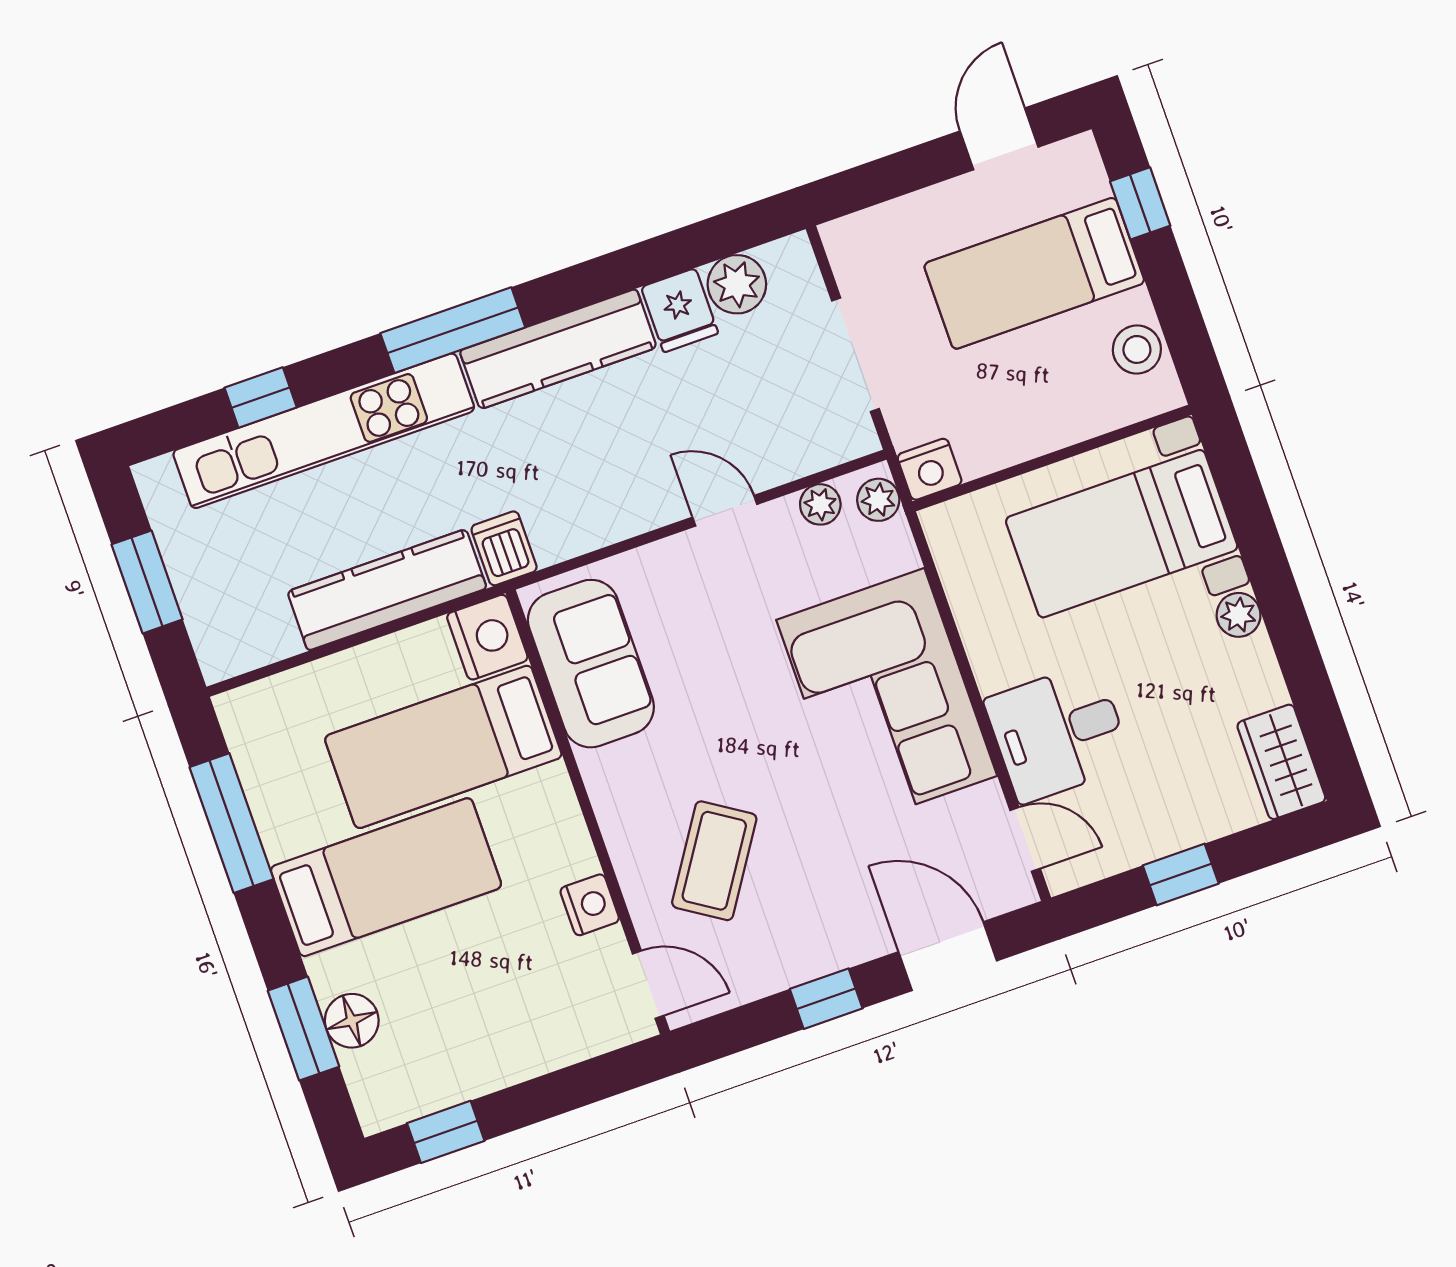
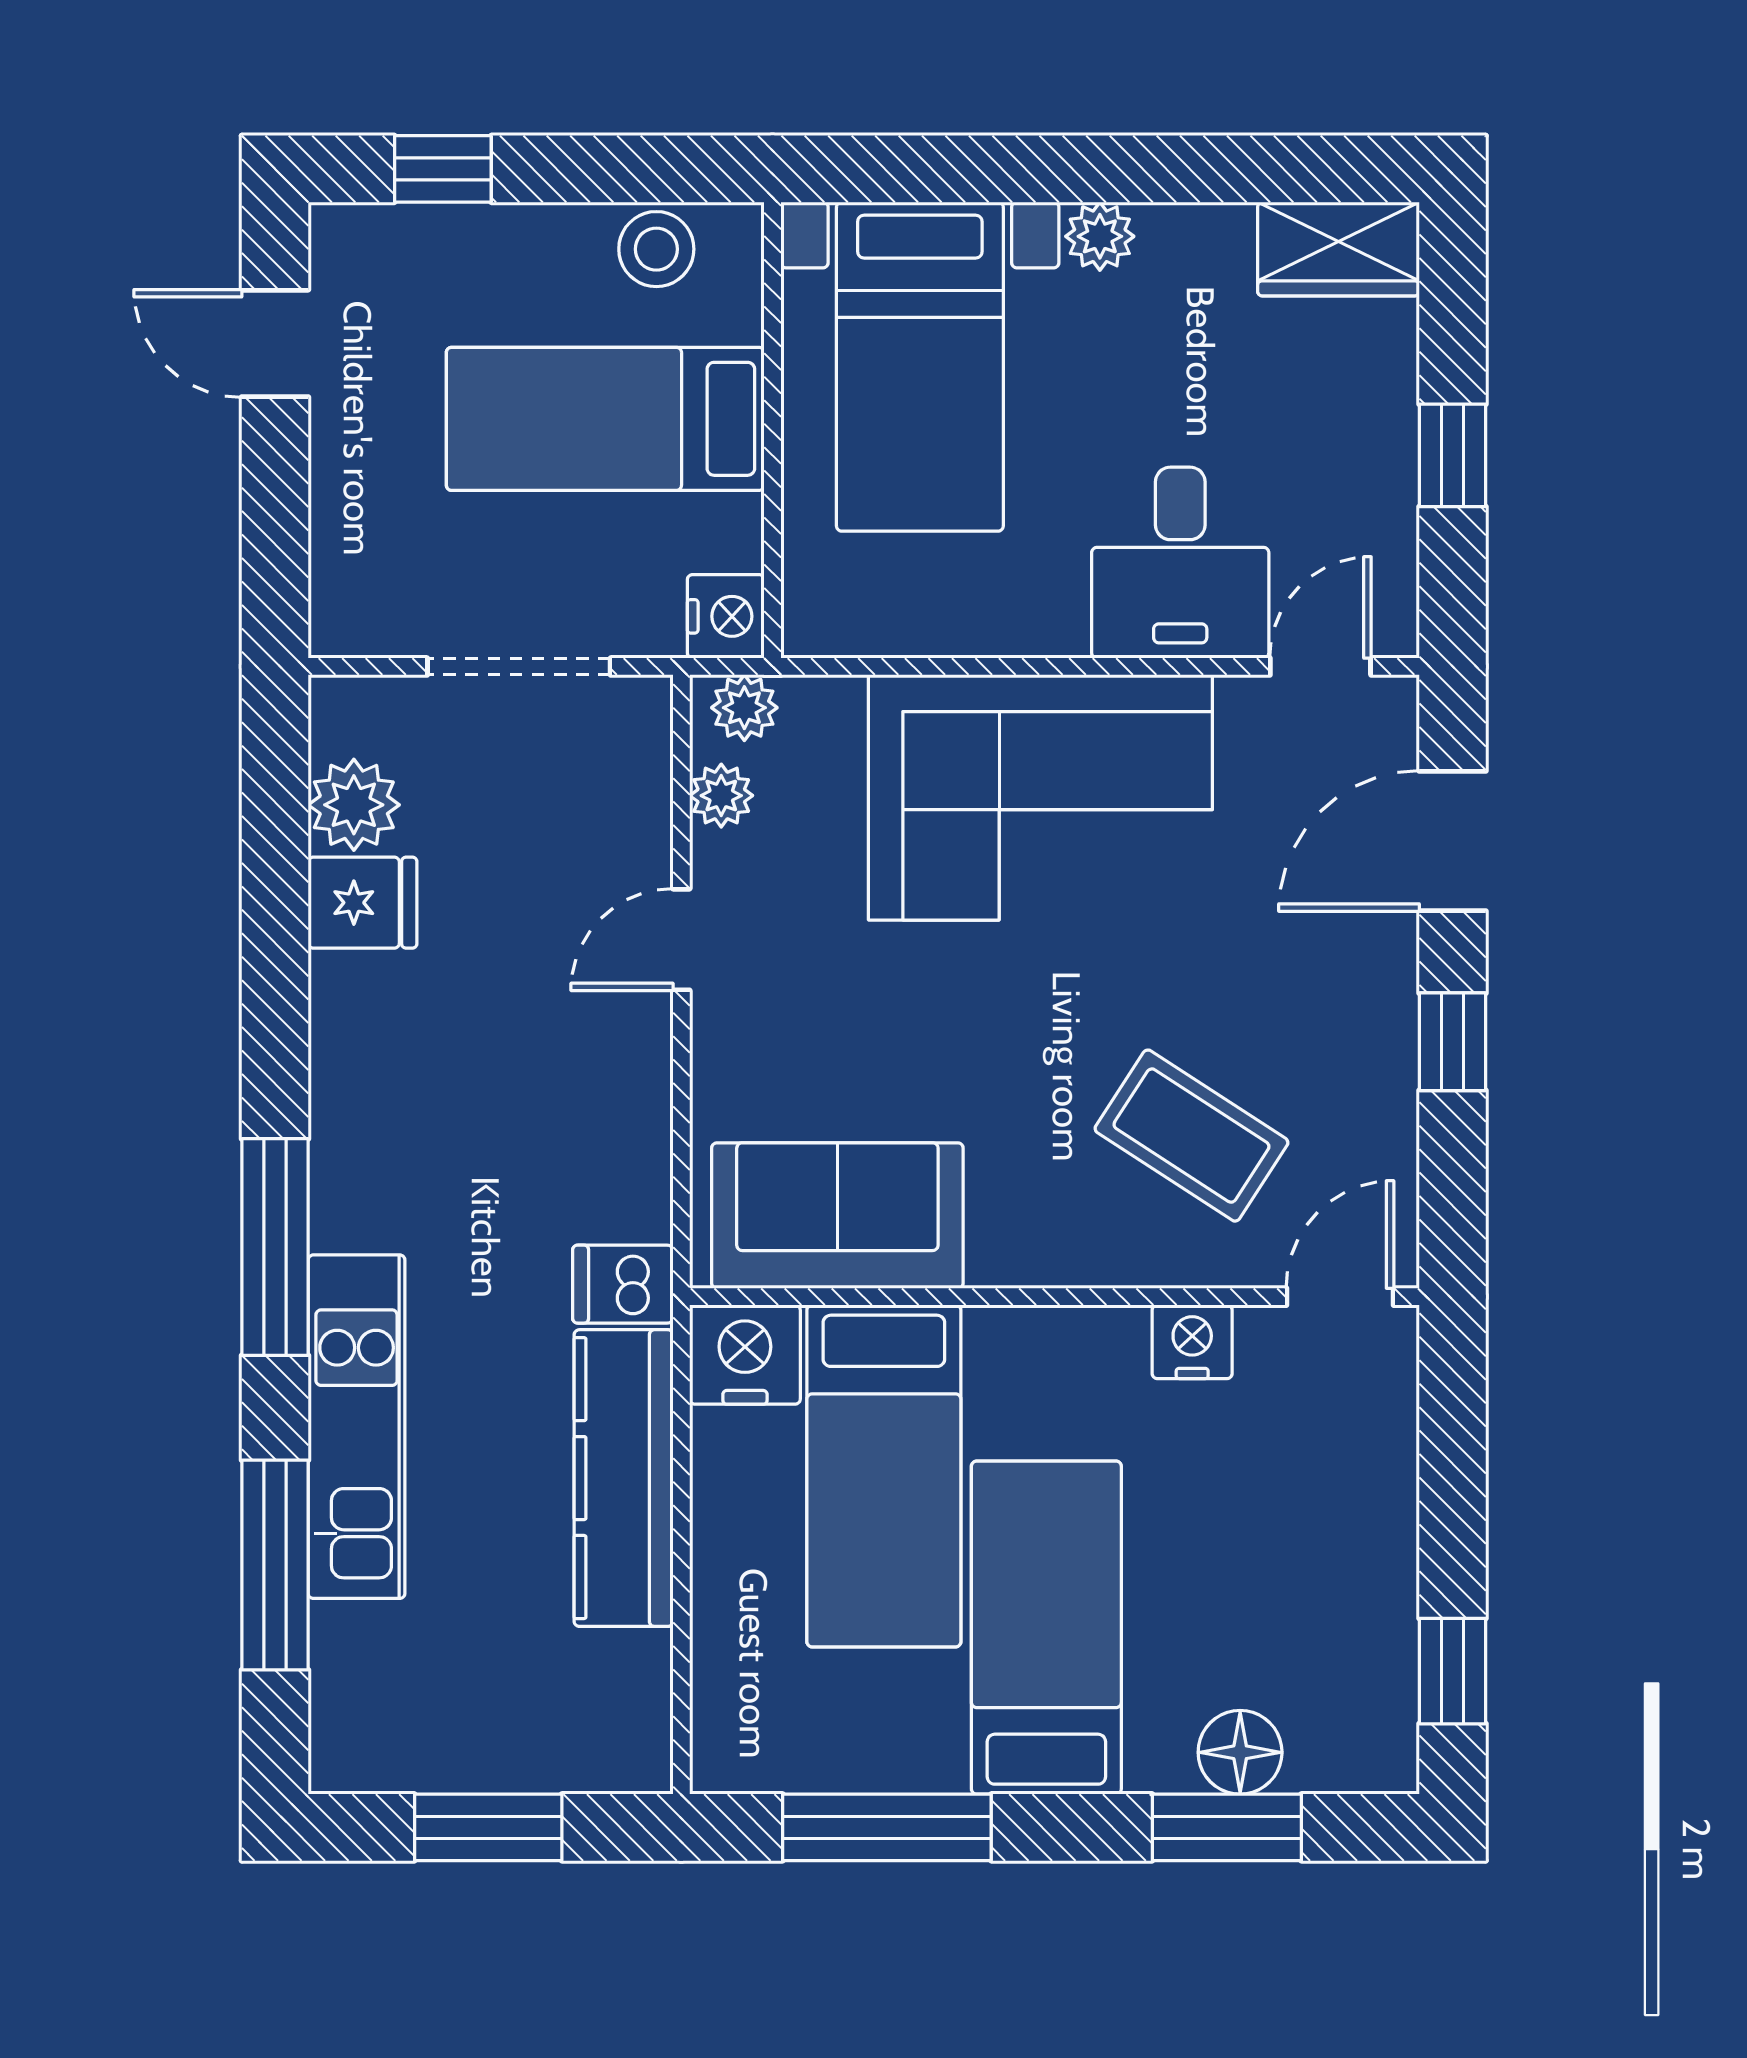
bed: (1034, 273) -> (605, 419), moved, turned 90
kitchen counter: (558, 349) -> (357, 1102), removed
window: (261, 398) -> (275, 1565), width x2.17
kitchen unit: (324, 431) -> (357, 1427), width x0.73

